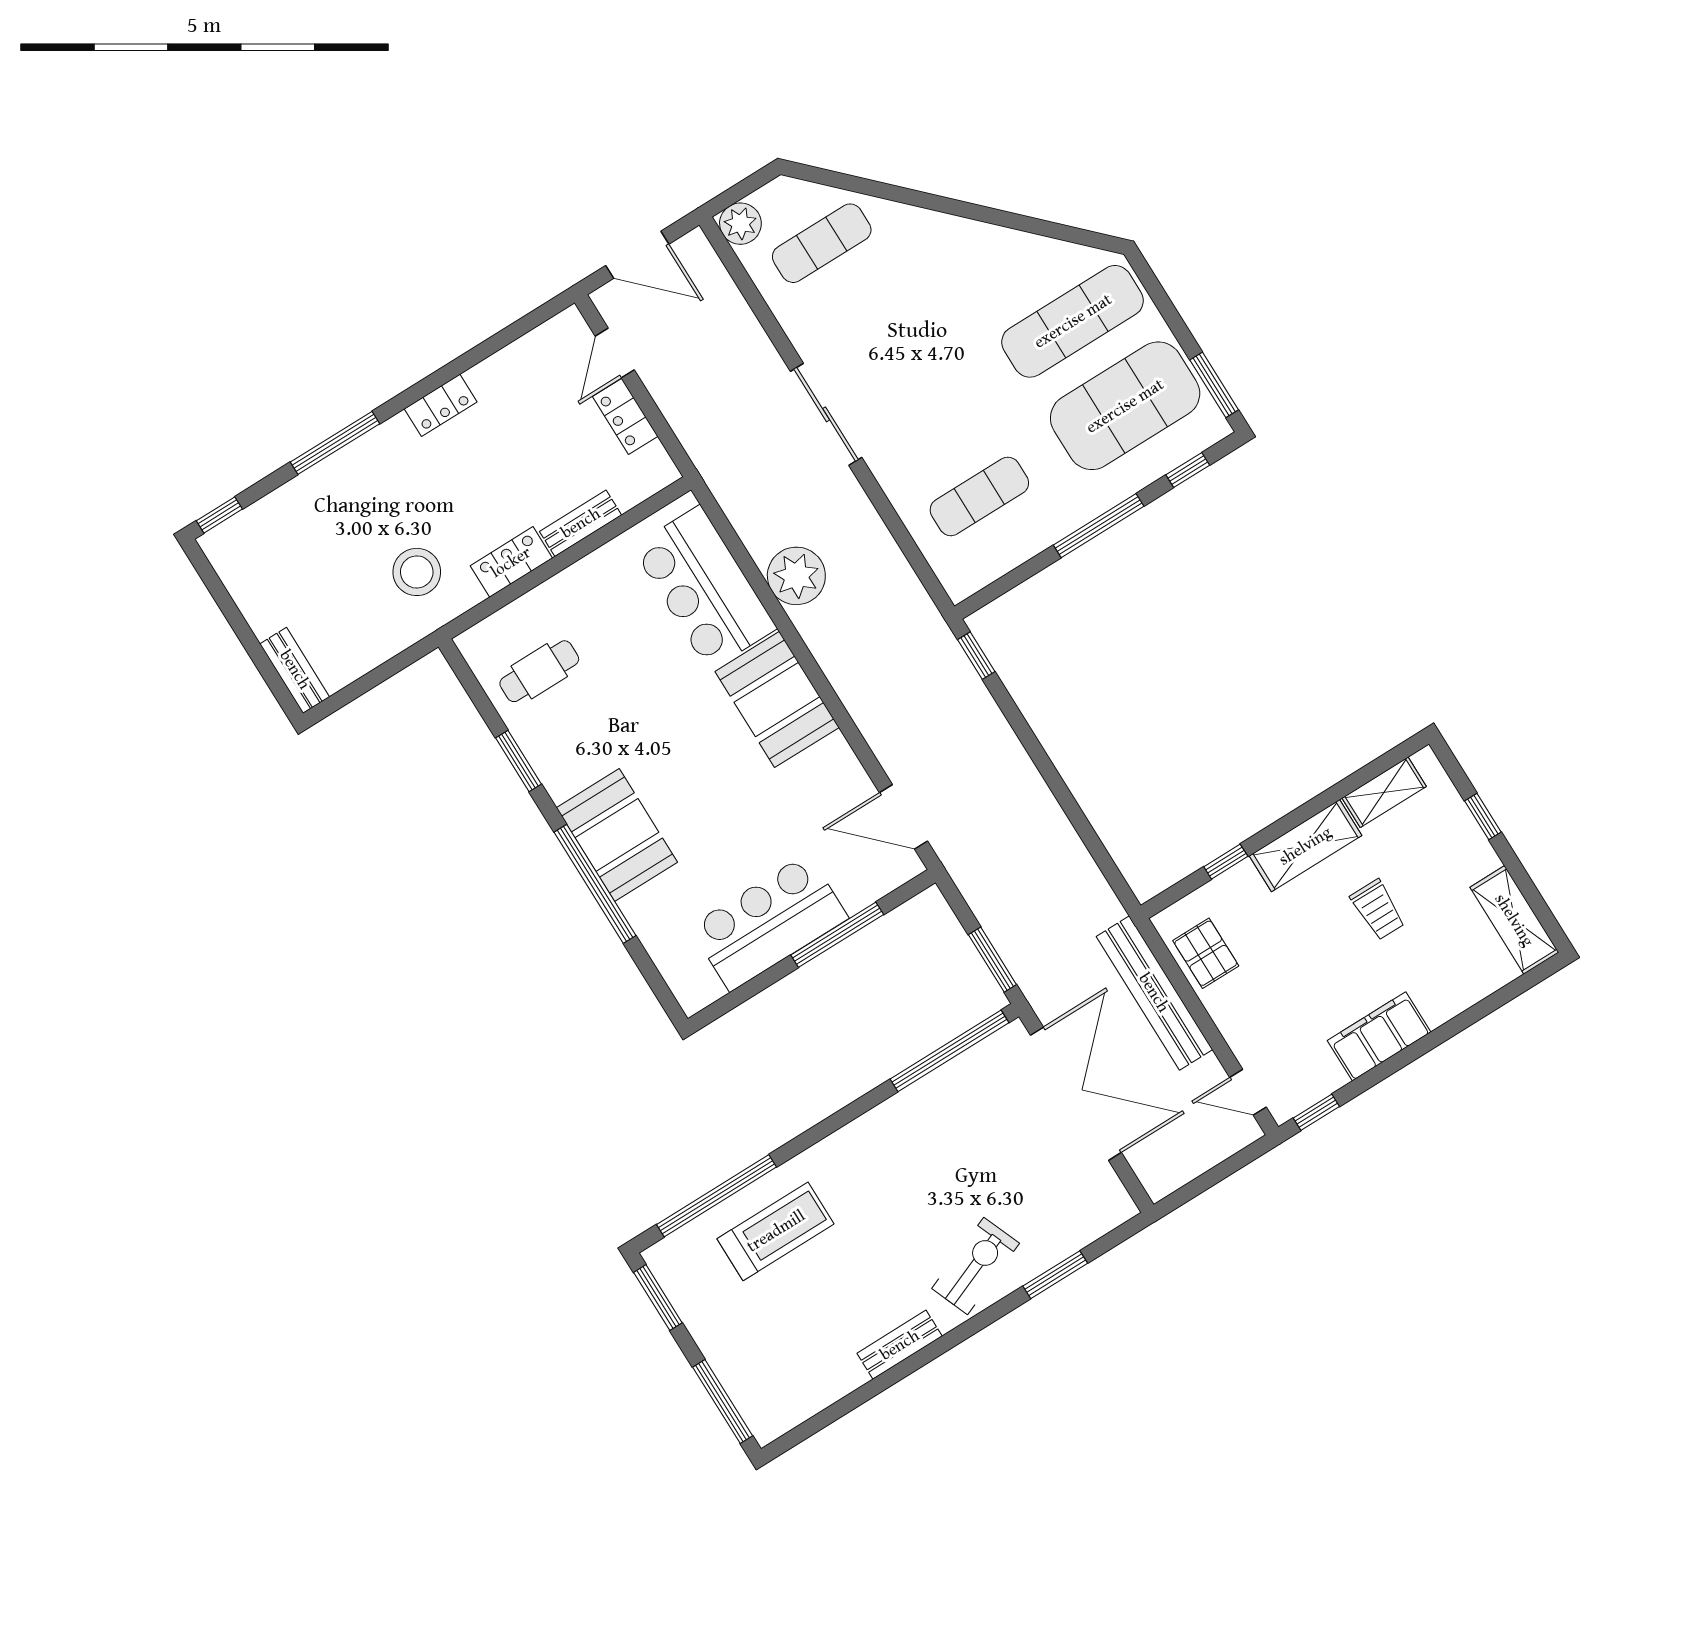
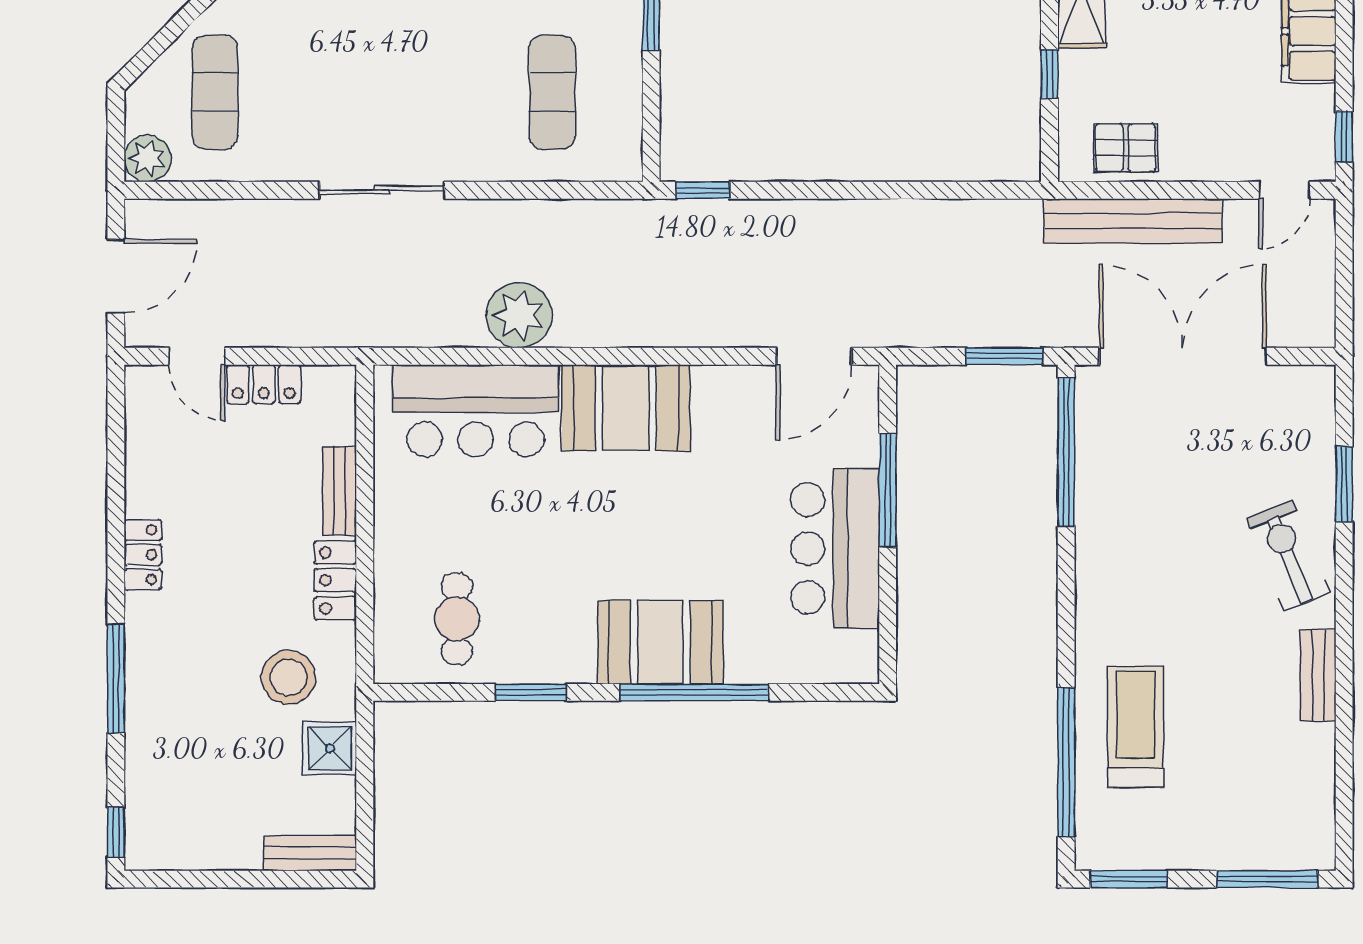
shower: (383, 636) -> (330, 748), added

